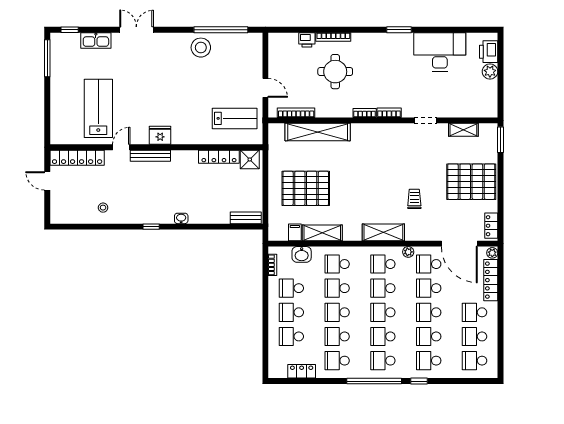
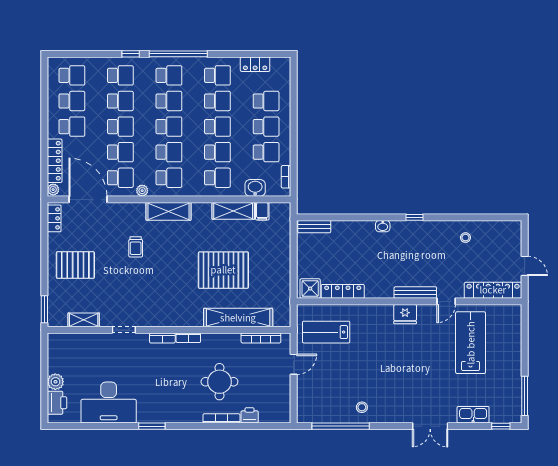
stool: (201, 48) -> (362, 407), width x0.53, depth x0.53
door: (265, 88) -> (294, 364), swing flipped
lab bench: (98, 108) -> (471, 343), turned 180
pallet: (471, 182) -> (75, 265), width x0.73, depth x0.71
pallet: (306, 188) -> (223, 270), moved

